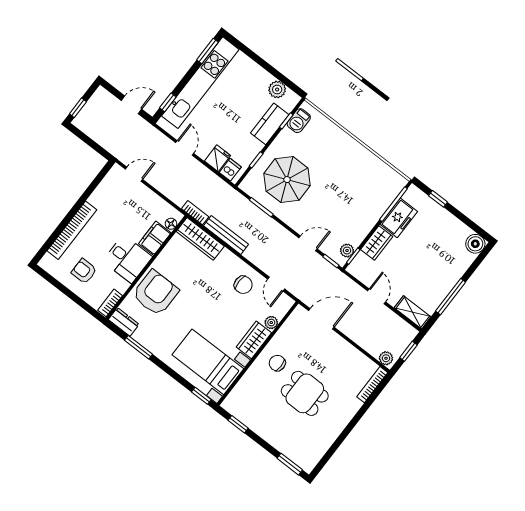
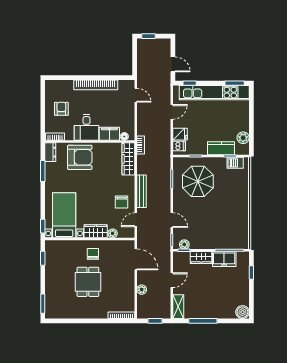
bookcase: (72, 230) -> (96, 85), moved
bench: (226, 235) -> (142, 191), moved
plant: (386, 358) -> (142, 290), moved

